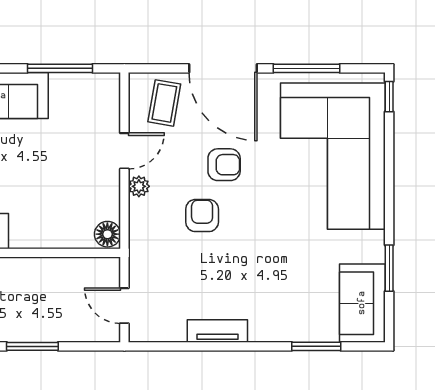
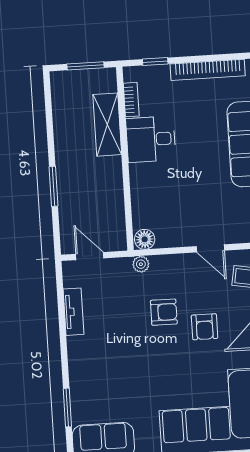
plant: (139, 186) -> (141, 264), moved
door: (124, 306) -> (90, 256), hinge flipped
tv unit: (217, 331) -> (73, 312), moved

